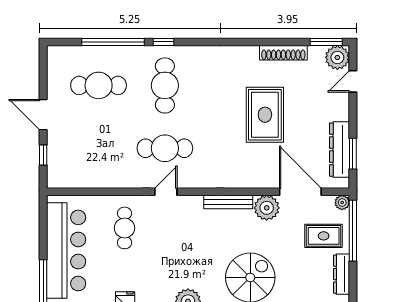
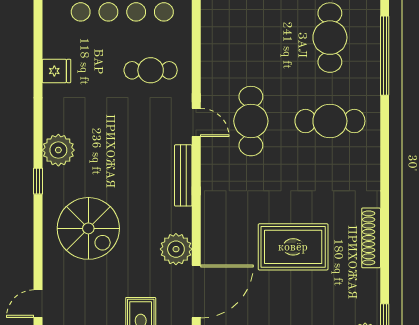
window: (164, 42) -> (385, 119), removed
shoe rack: (283, 53) -> (371, 238), moved
bench: (228, 202) -> (183, 175), moved

